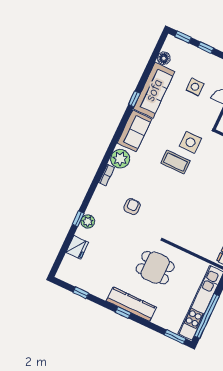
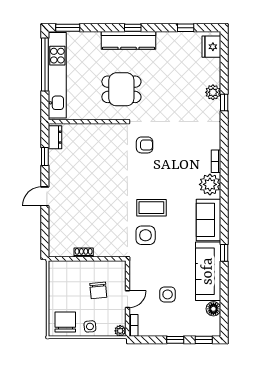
armchair: (132, 207) -> (145, 145), moved, turned -90
plant: (88, 221) -> (213, 92), moved
fridge: (77, 247) -> (211, 47), moved

